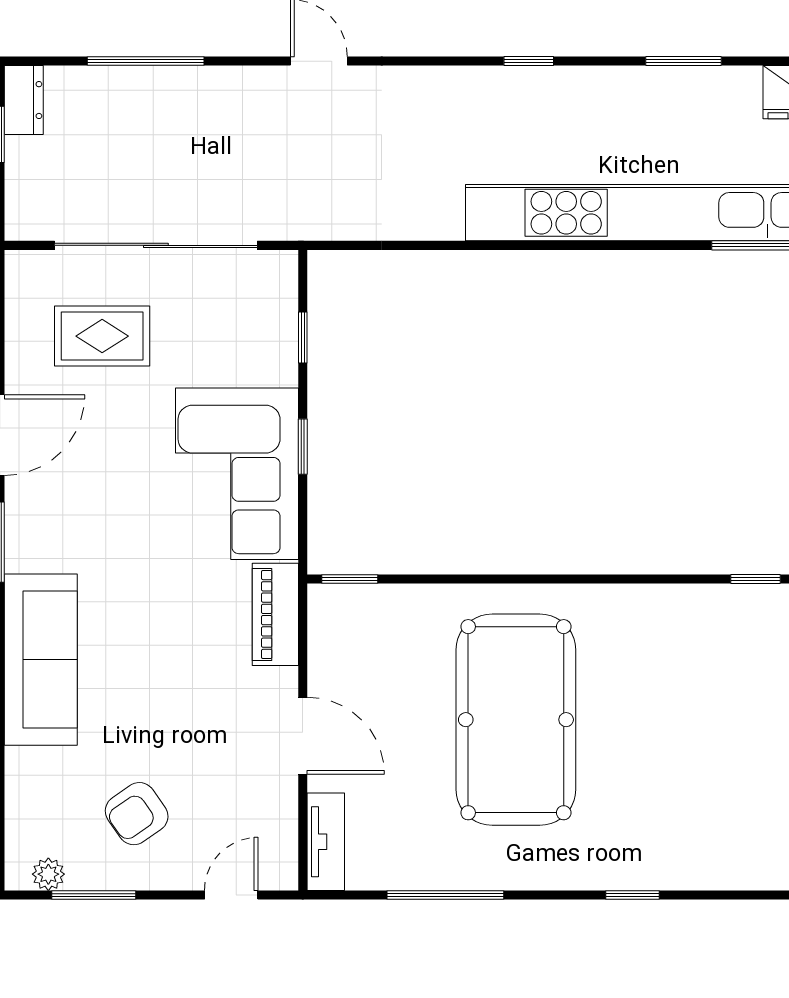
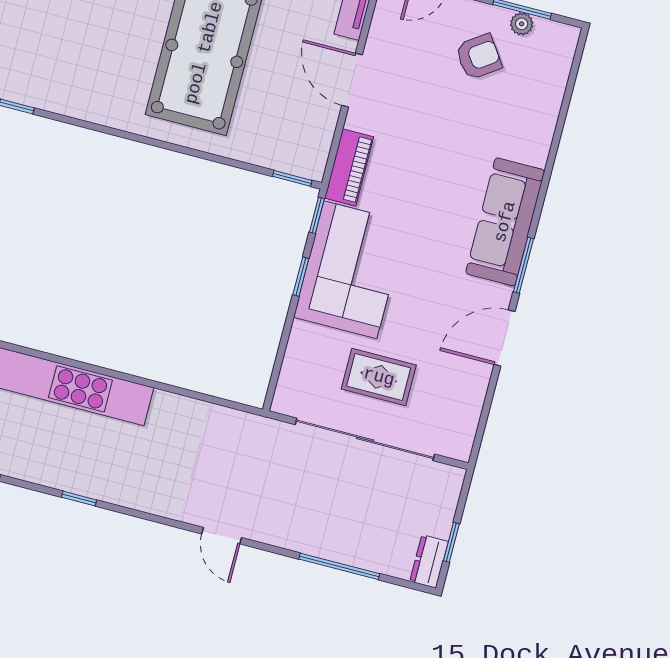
rug: (102, 336) -> (379, 377), moved
window: (303, 338) -> (317, 215), moved
sofa: (41, 660) -> (505, 222), moved
plant: (48, 874) -> (522, 24), moved

